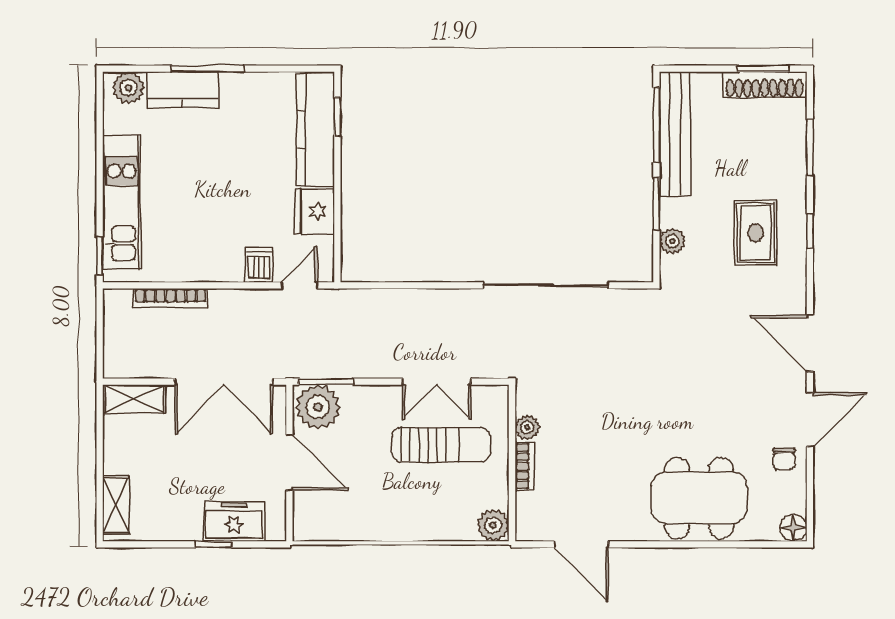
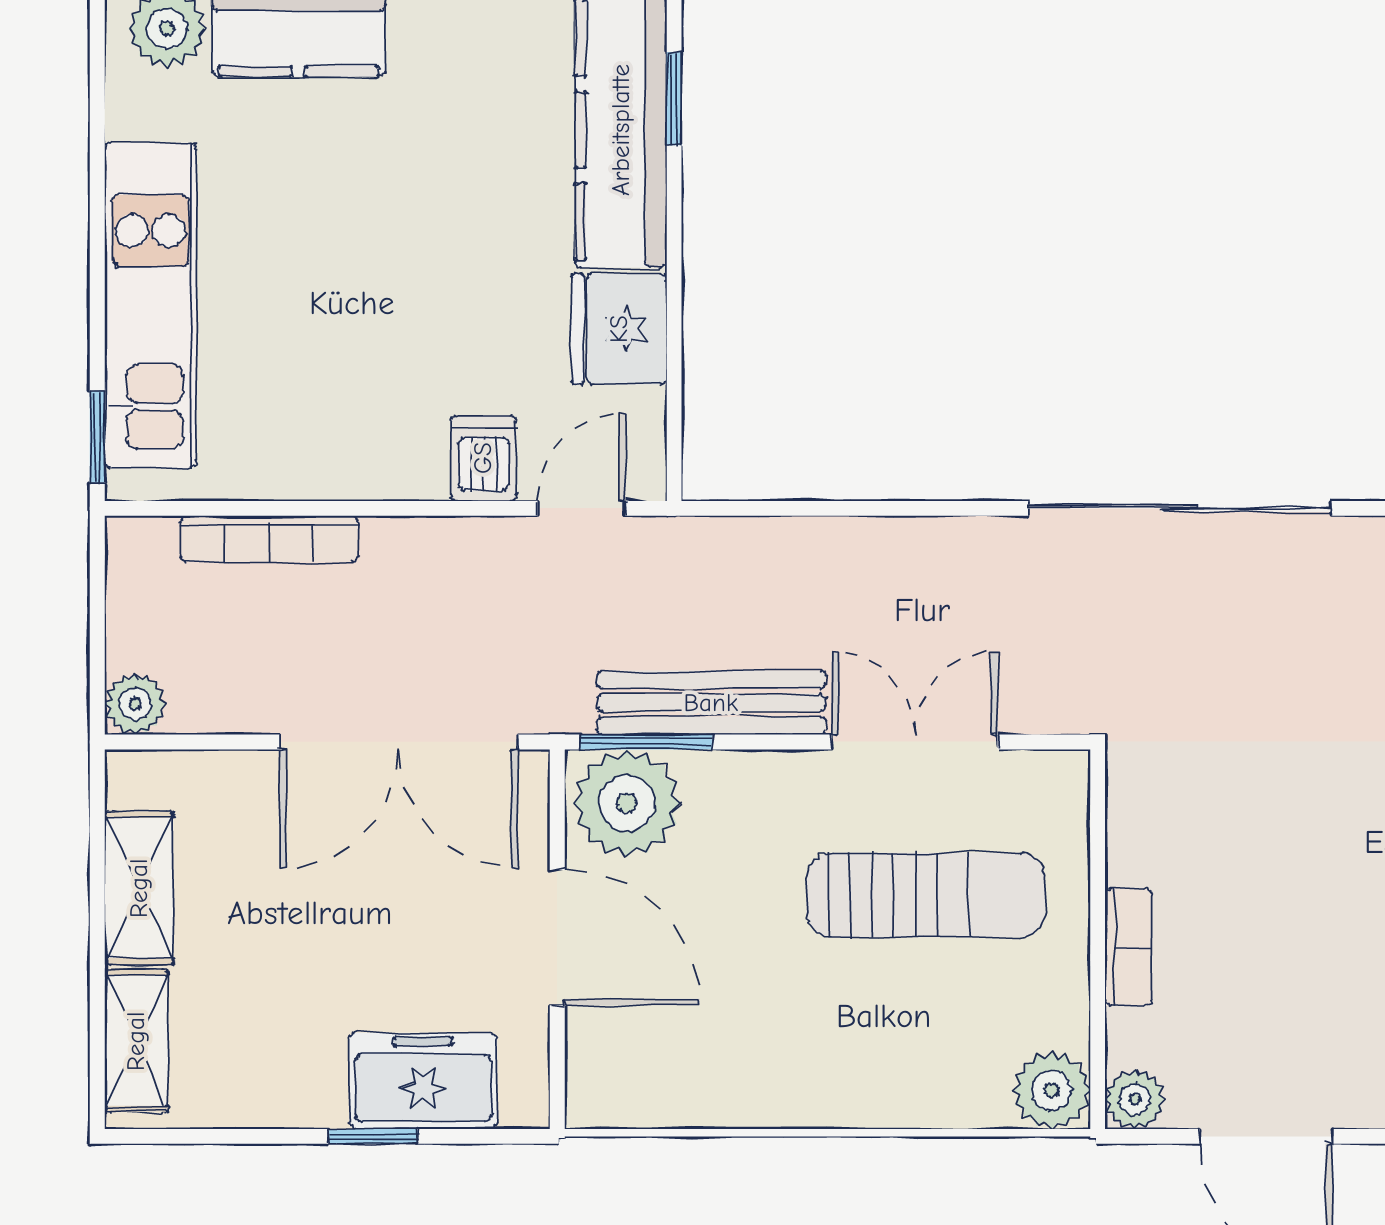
plant: (115, 366) -> (135, 704), added
bench: (353, 366) -> (711, 703), added
double door: (437, 382) -> (915, 742), swing flipped
shelving: (134, 399) -> (139, 888), moved, turned 90
plant: (527, 427) -> (1135, 1099), moved

